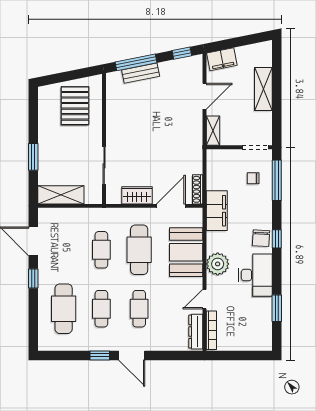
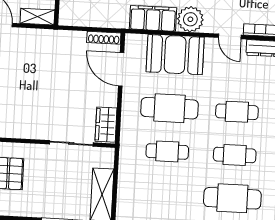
wardrobe: (137, 195) -> (106, 125), moved
filing cabinet: (217, 211) -> (153, 18), moved

